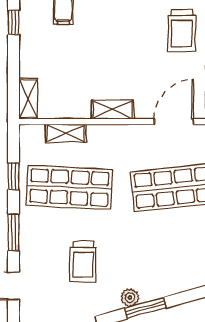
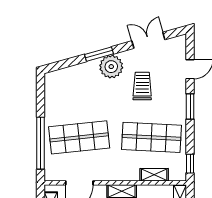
window: (14, 176) -> (190, 164), moved
plant: (130, 298) -> (111, 67), width x1.88, depth x1.88

